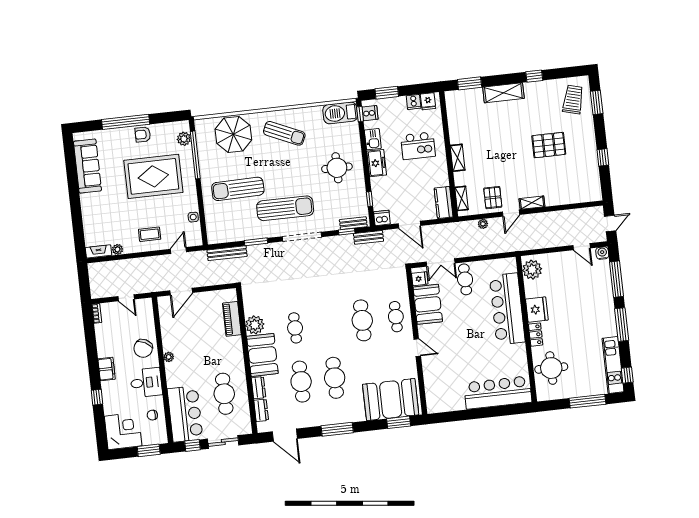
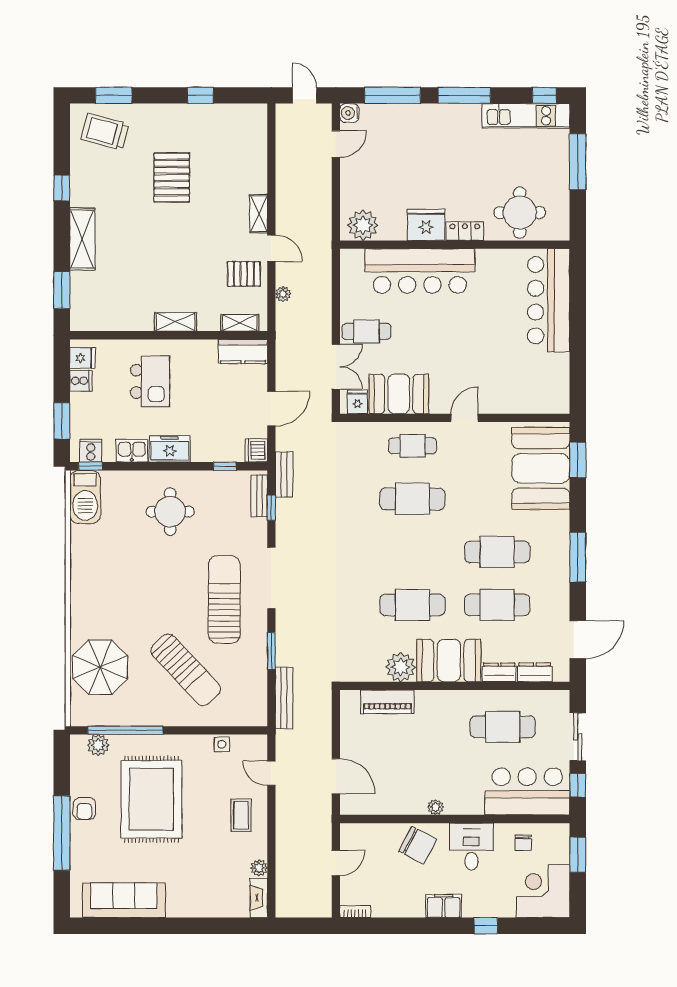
sun lounger: (284, 133) -> (107, 588), removed
sun lounger: (238, 189) -> (186, 670), turned -42
cafe table: (295, 328) -> (412, 605), width x1.37, depth x1.35

